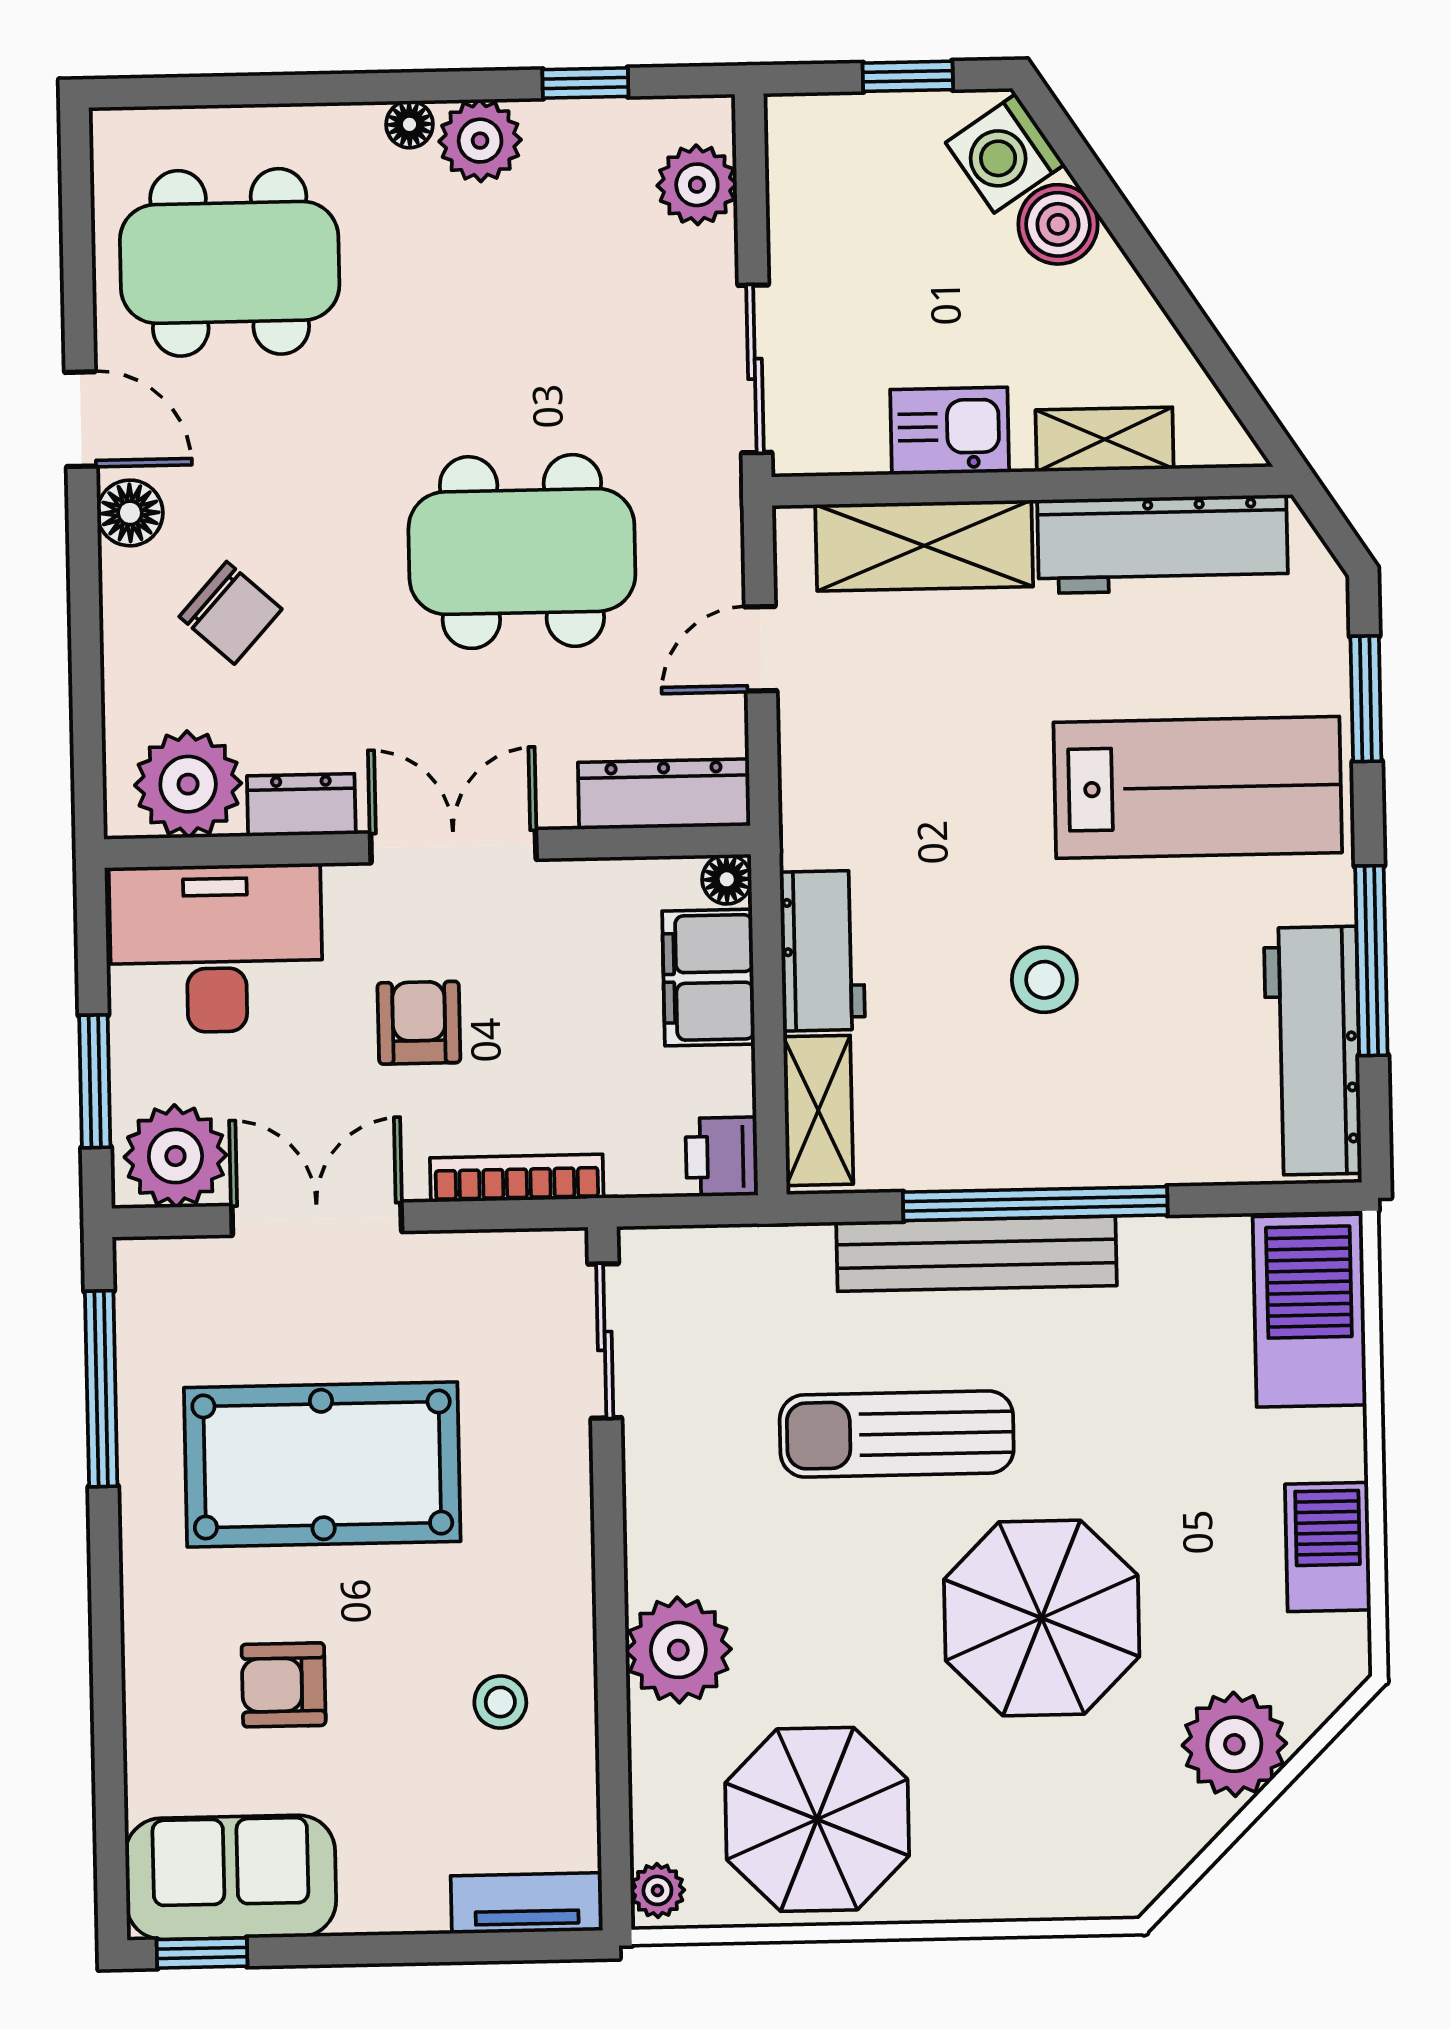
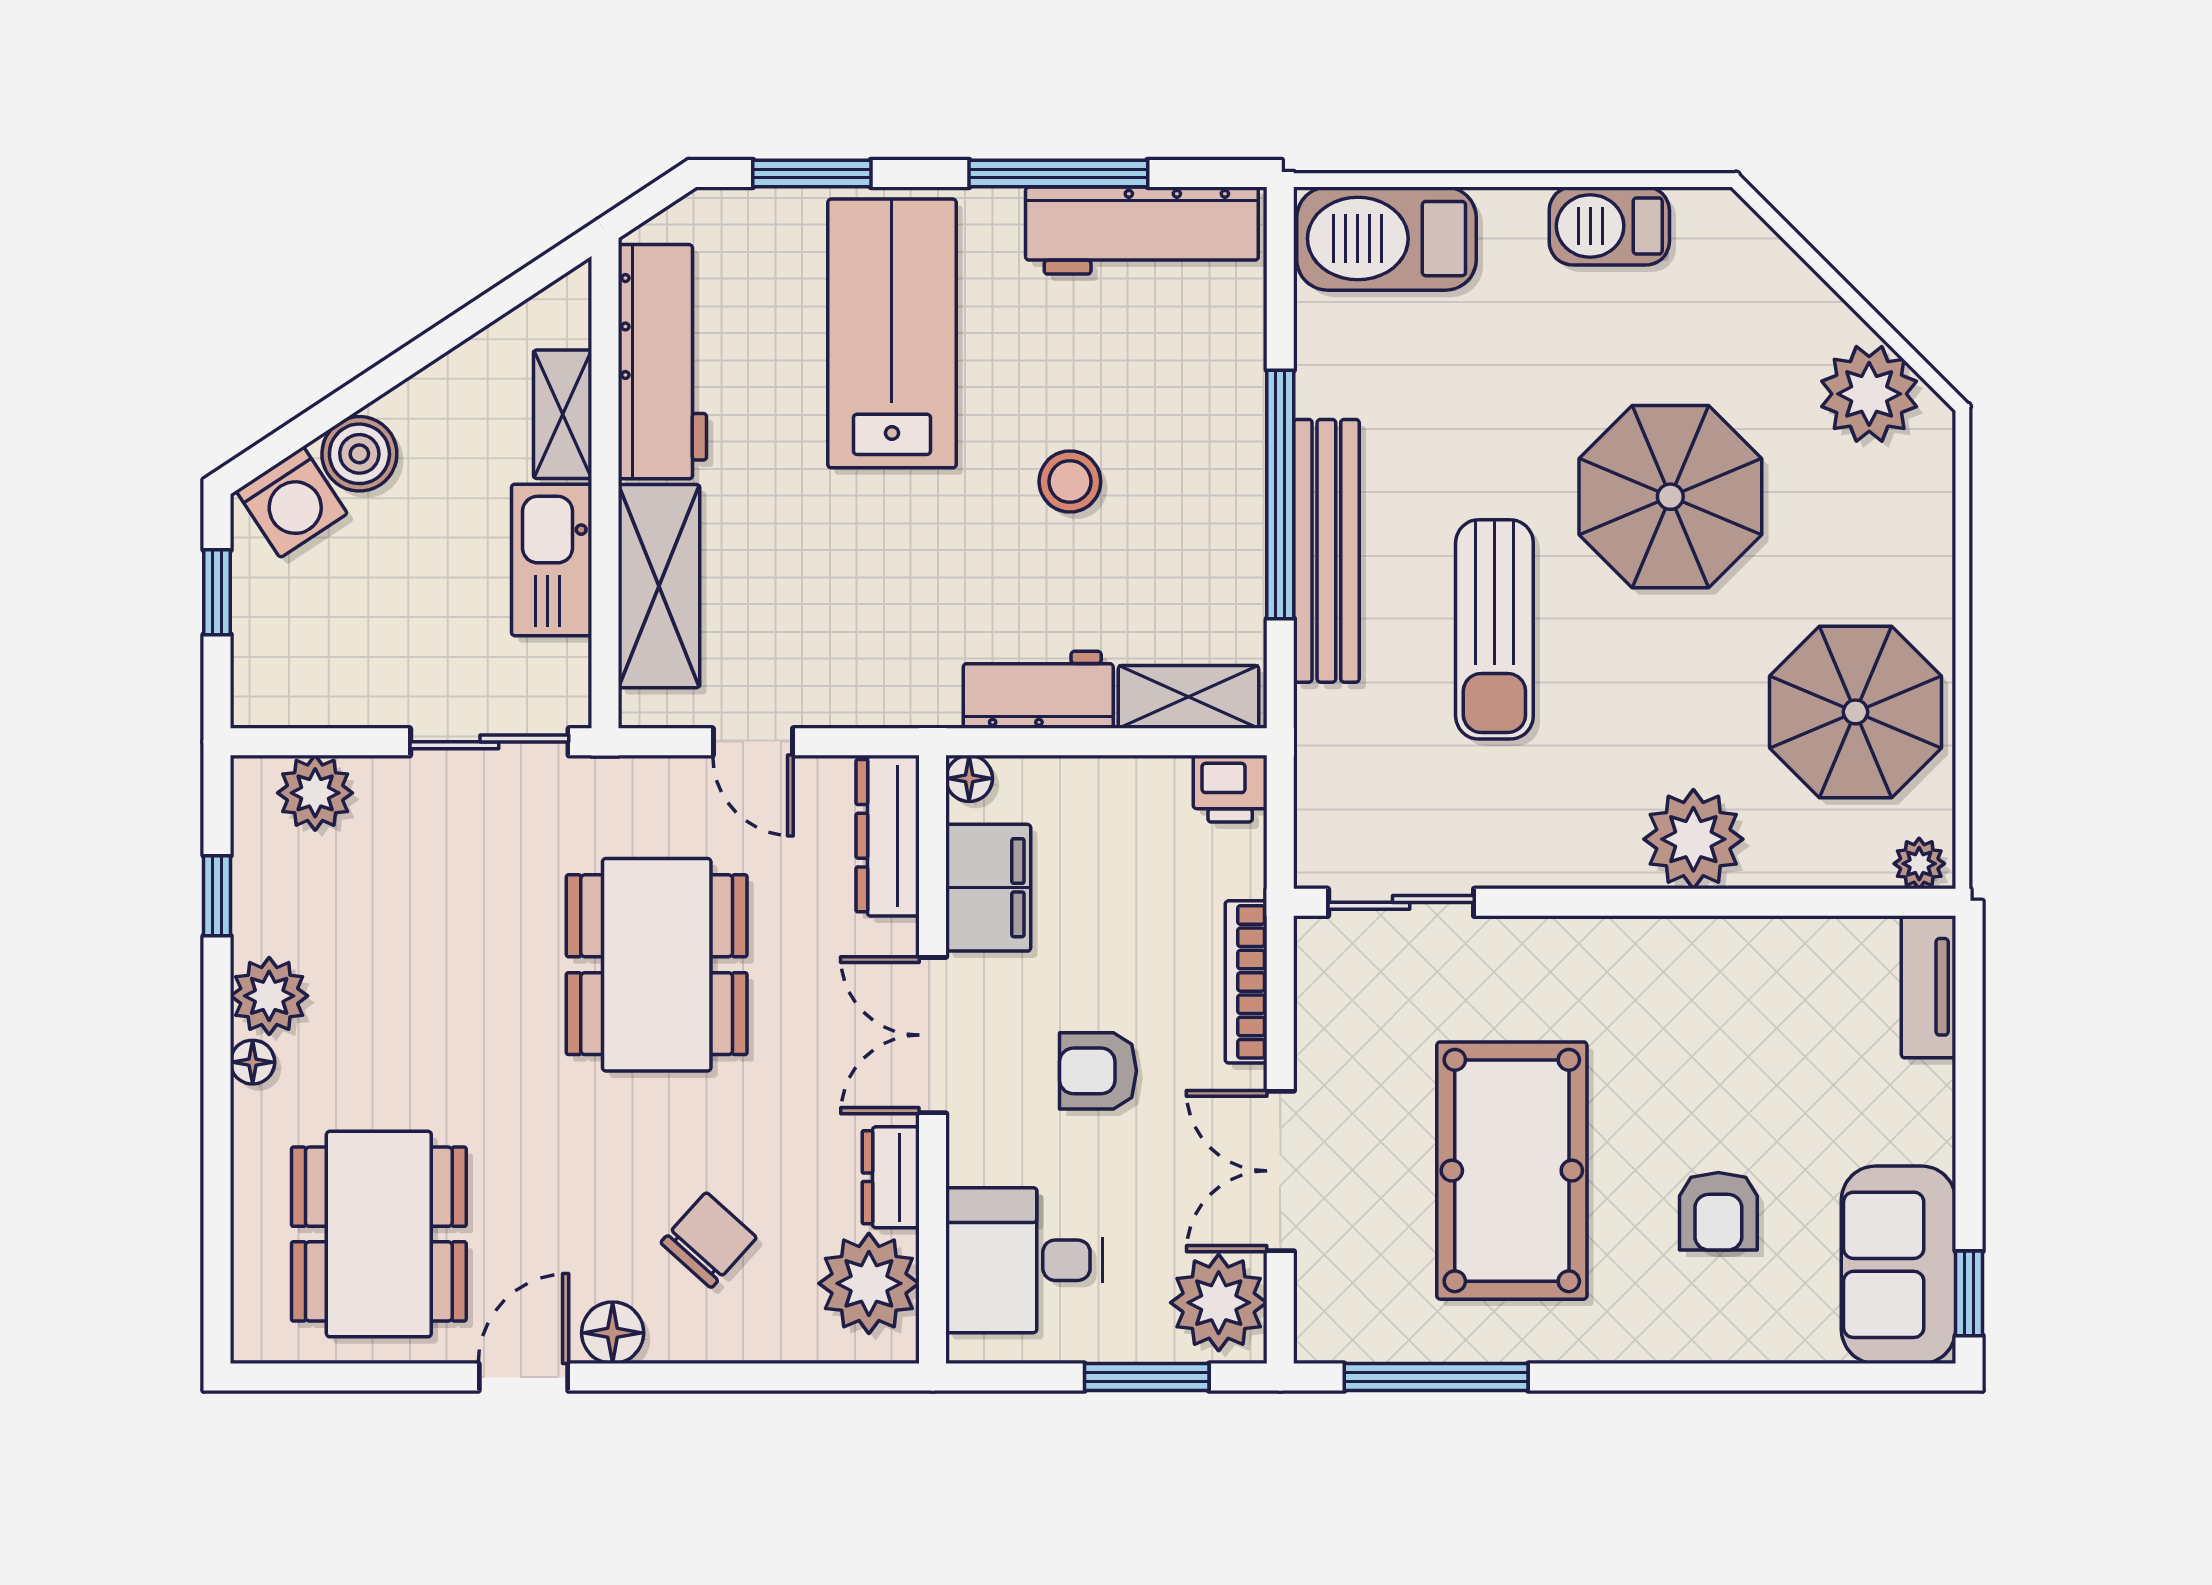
kitchen sink: (950, 431) -> (552, 560), width x1.38
desk: (216, 949) -> (1024, 1260), width x0.73
filing cabinet: (709, 978) -> (988, 888), moved, turned -90
stool: (500, 1702) -> (1739, 1008), removed
plant: (1234, 1744) -> (1869, 394), moved

